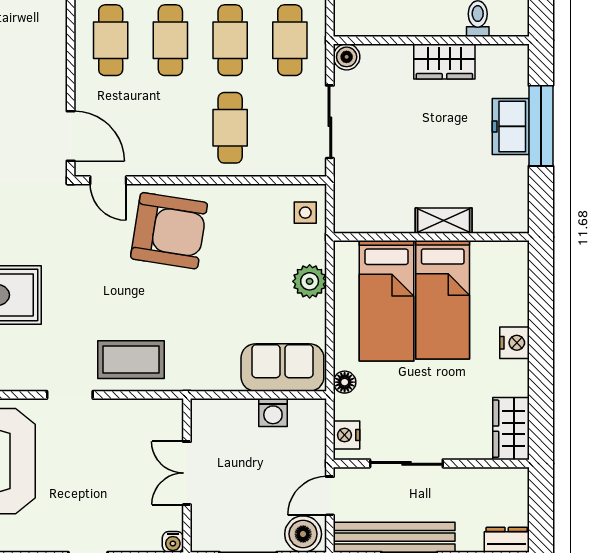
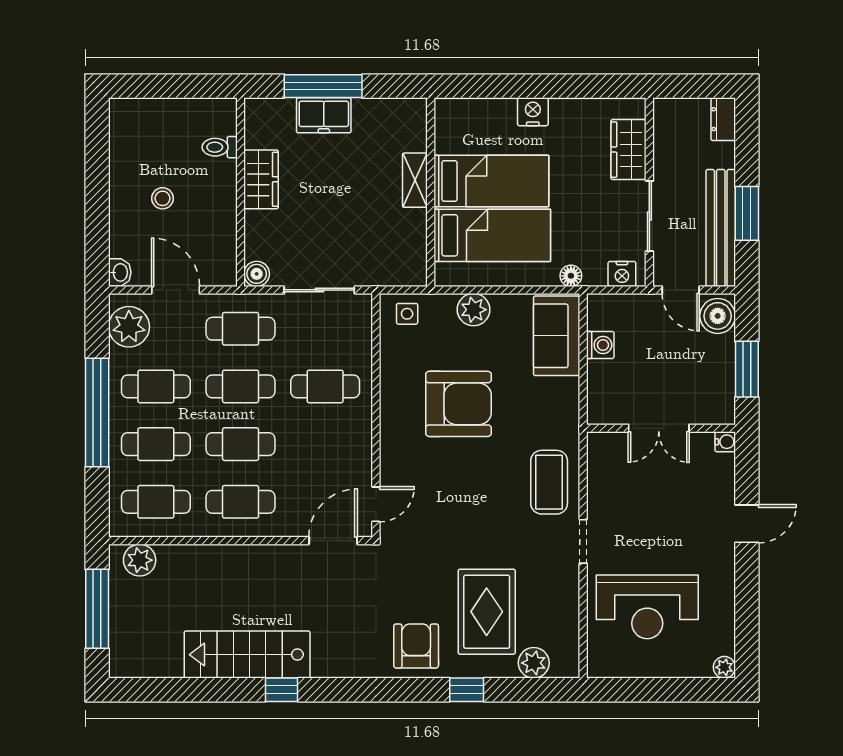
armchair: (169, 231) -> (458, 404), moved, turned 81
wardrobe: (511, 429) -> (629, 150), moved, turned 90

